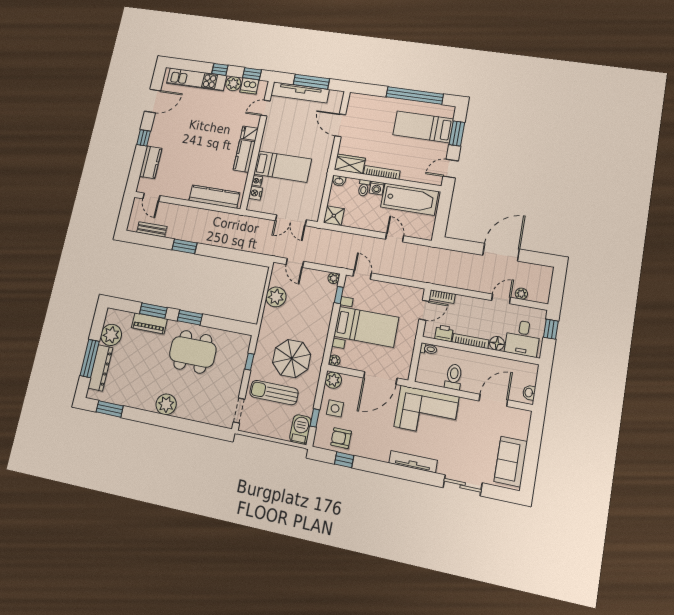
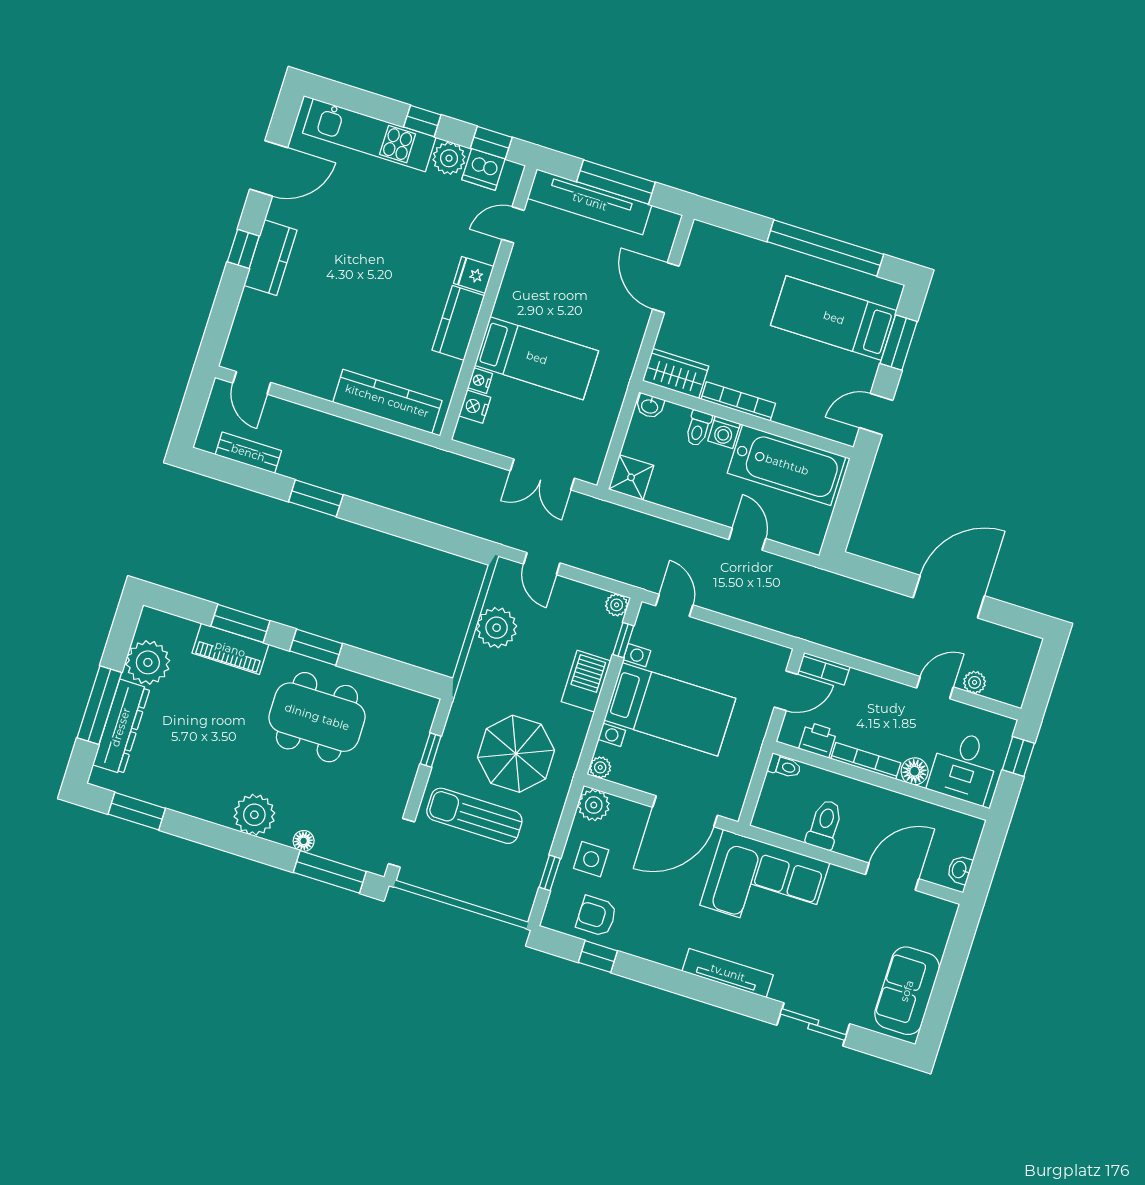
kitchen counter: (151, 162) -> (270, 258), moved
floor lamp: (191, 415) -> (304, 841), added
barbecue: (300, 429) -> (586, 681), moved
window: (205, 430) -> (330, 872), added

